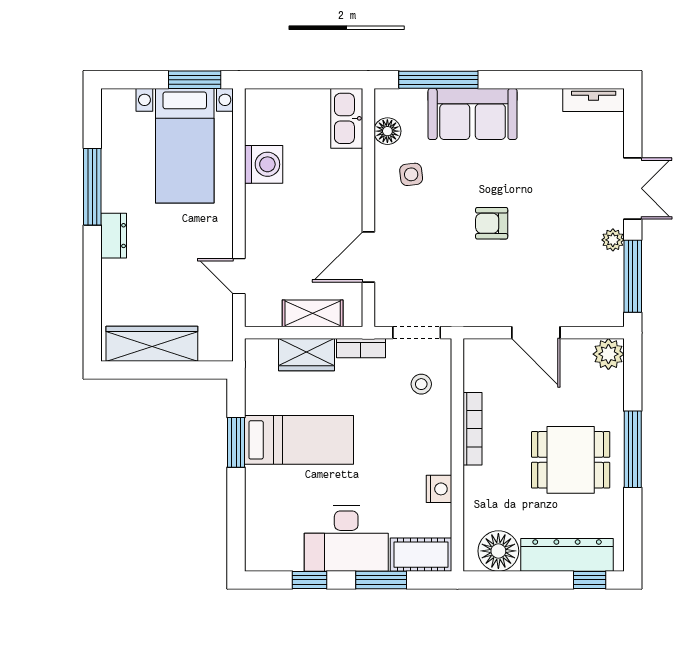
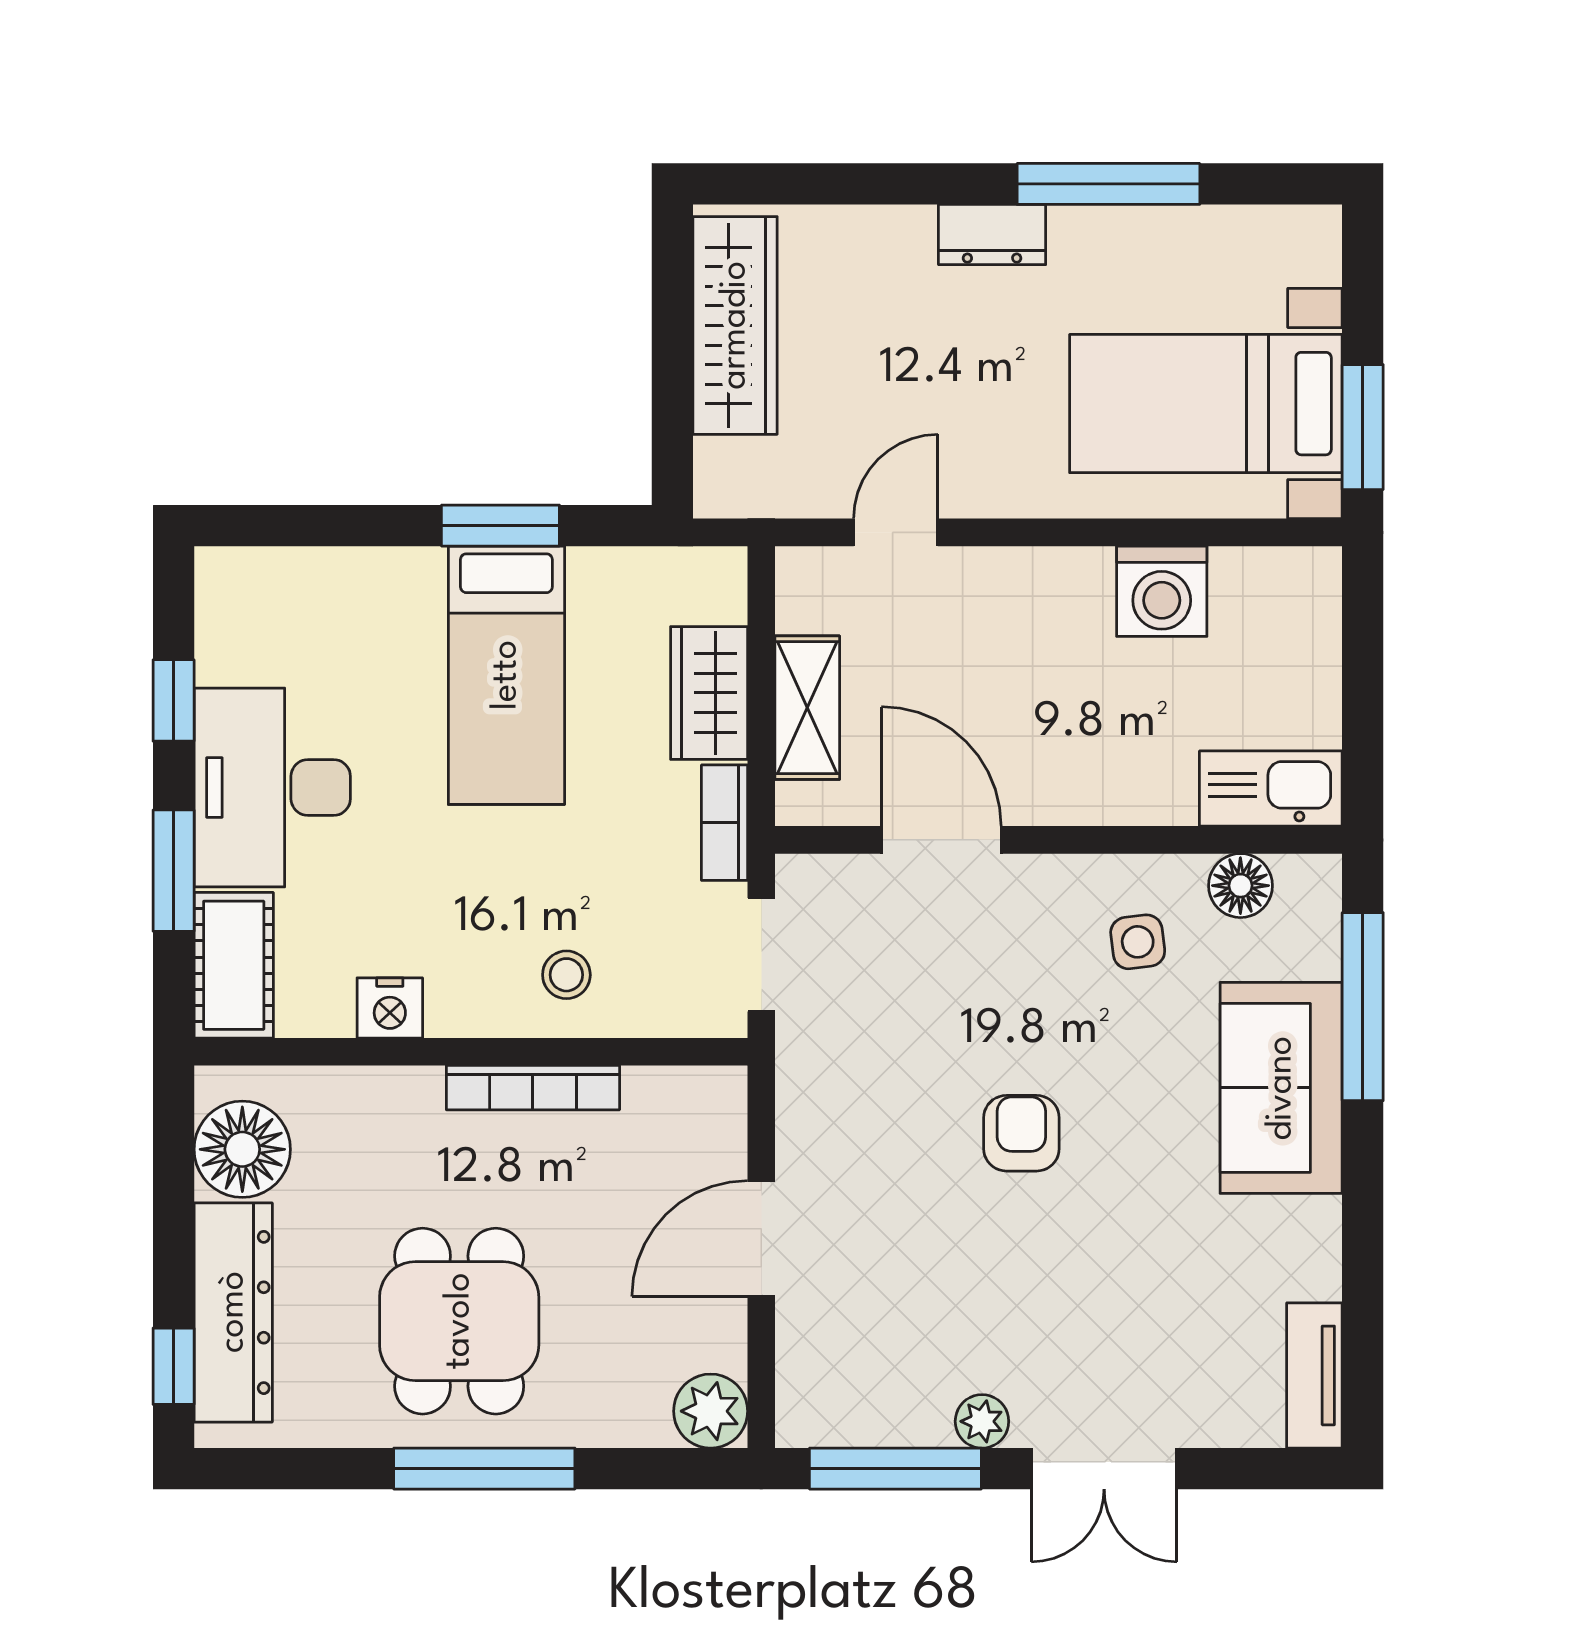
stool: (421, 384) -> (566, 975), moved

